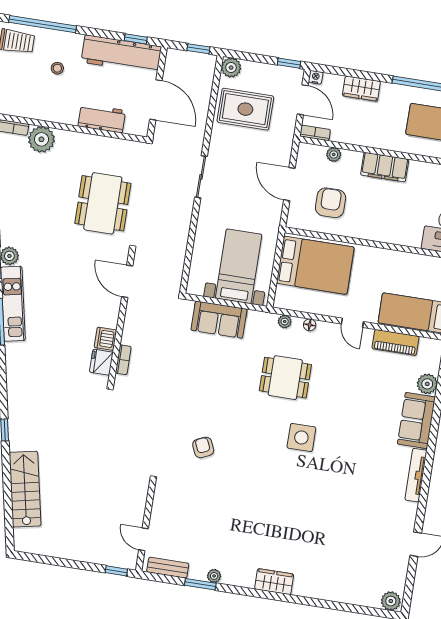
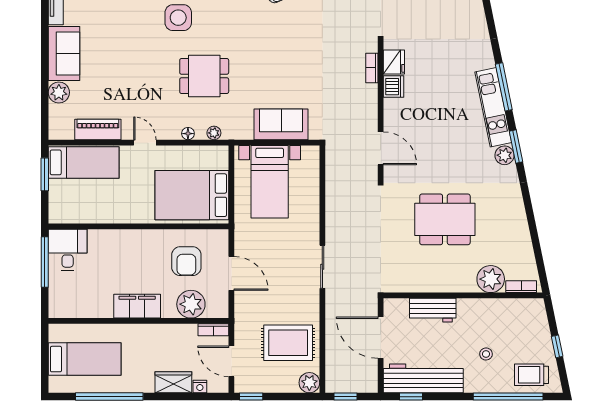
nightstand: (316, 77) -> (200, 386), moved
plant: (334, 154) -> (191, 304), width x1.87, depth x1.87
dining table: (103, 203) -> (445, 219), moved, turned 90

